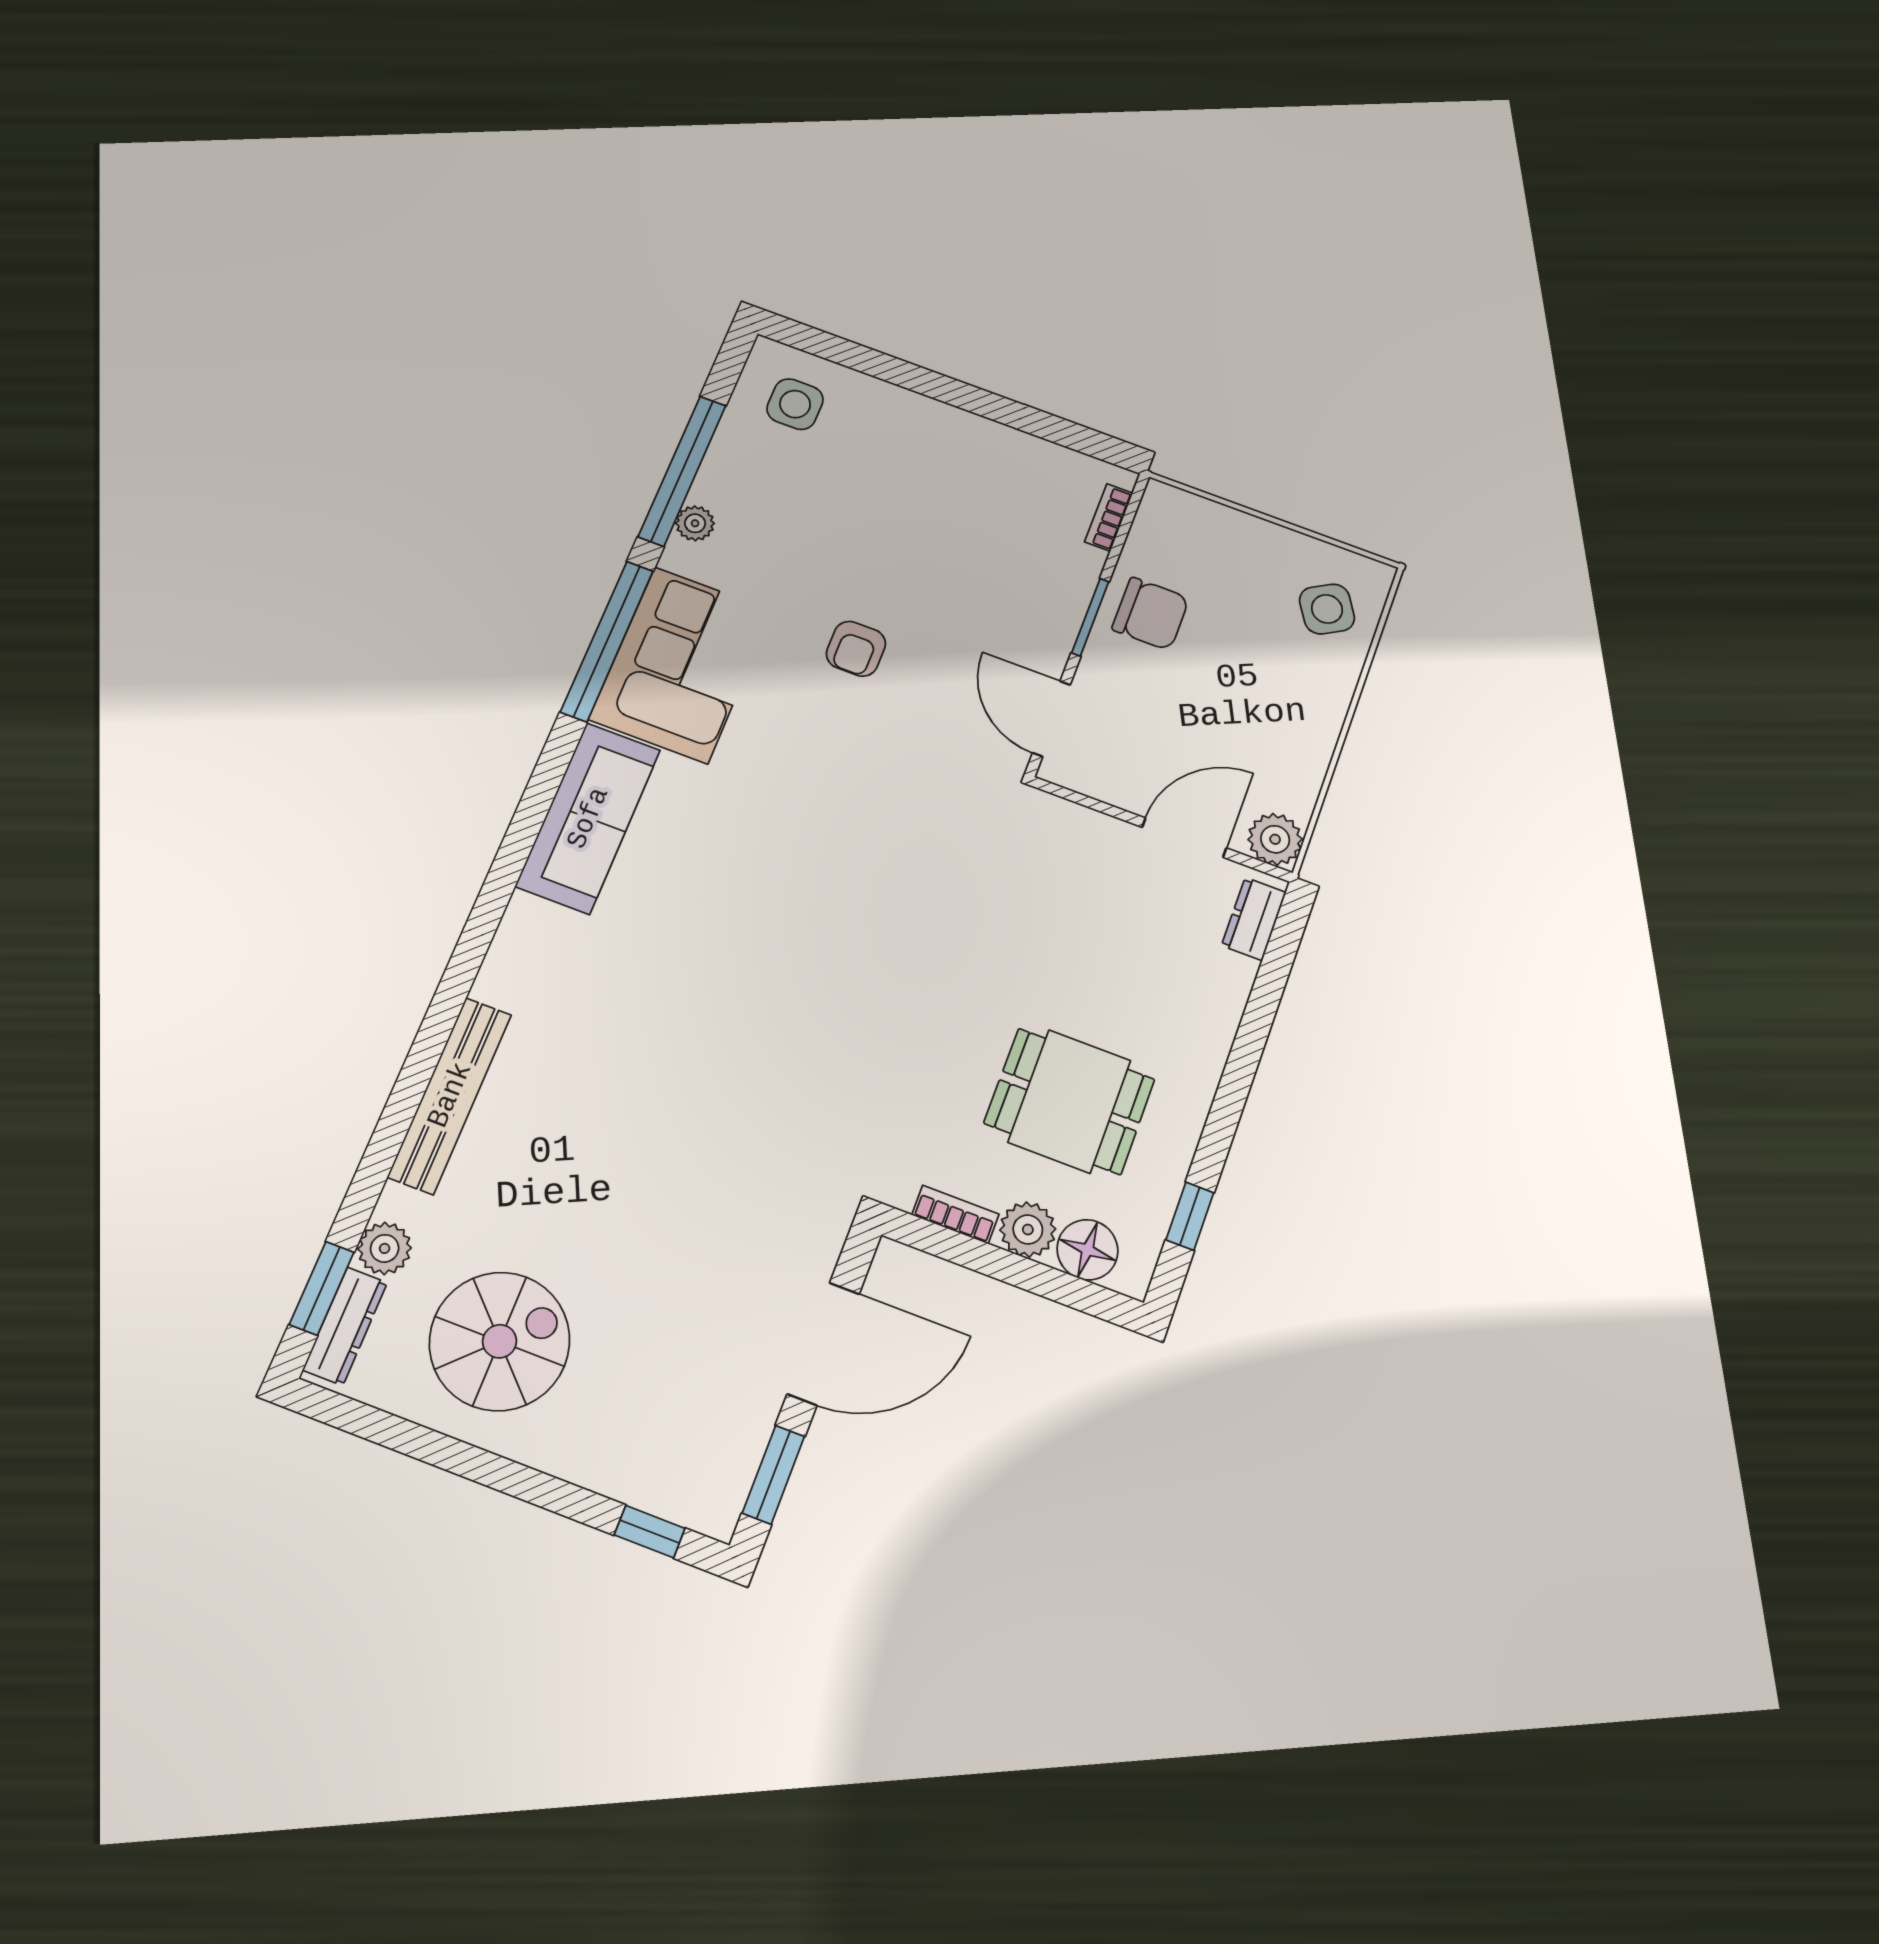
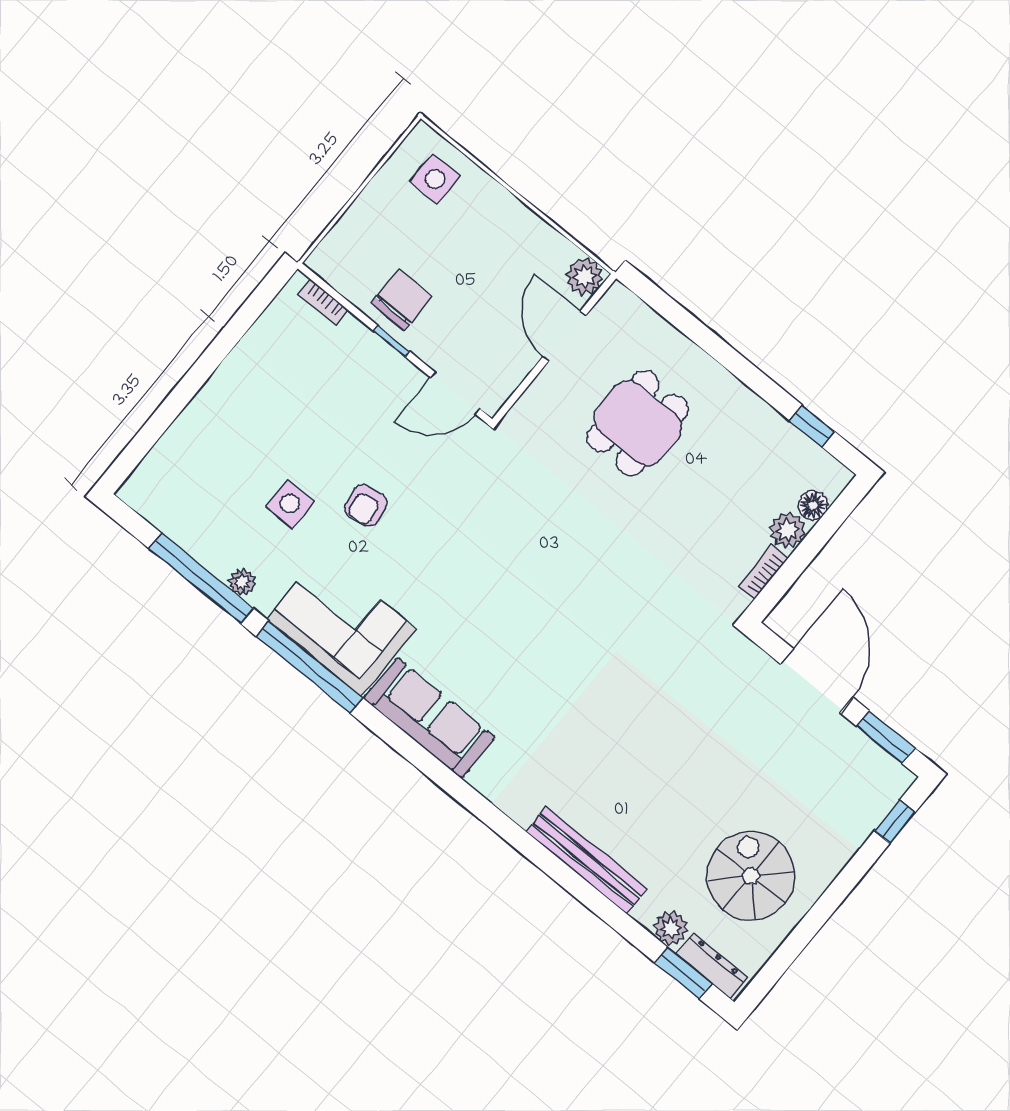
side table: (795, 404) -> (290, 504), moved
side table: (1327, 609) -> (435, 179), turned 31
window: (1090, 617) -> (392, 341), width x0.67
armchair: (856, 649) -> (366, 505), turned 81
dresser: (1254, 919) -> (634, 311), removed
dining table: (1069, 1101) -> (638, 423), moved
floor lamp: (1087, 1250) -> (813, 505), width x0.73, depth x0.73

